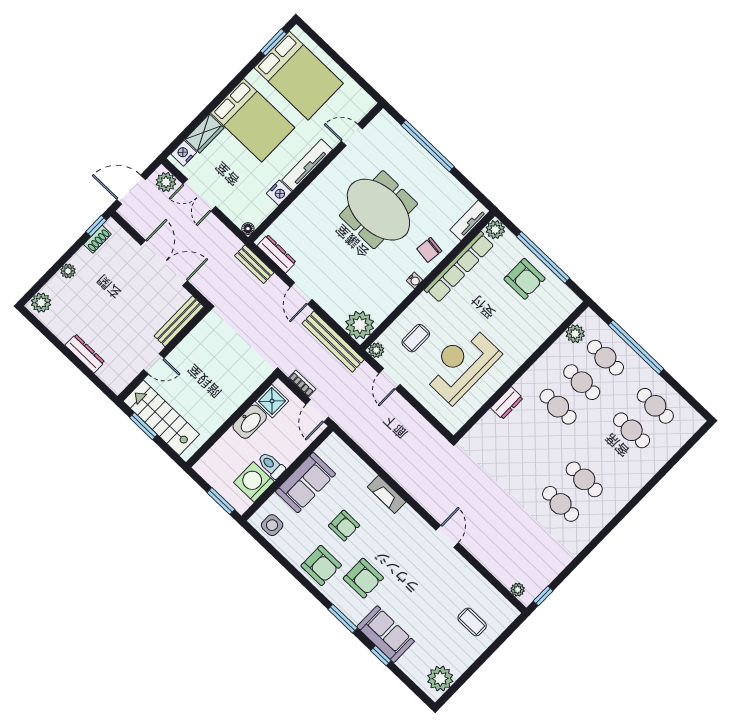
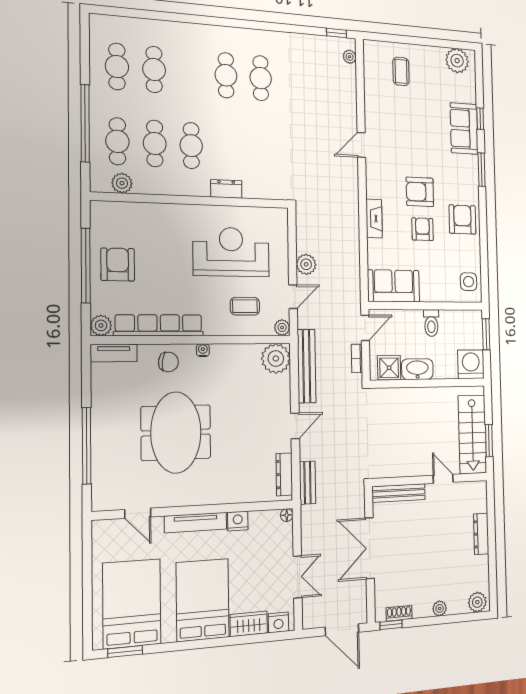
plant: (166, 182) -> (306, 264), moved
reception desk: (461, 365) -> (231, 252), turned 180
washing machine: (254, 482) -> (471, 364), moved, turned 180
sofa: (305, 483) -> (394, 286), moved
armchair: (363, 578) -> (420, 192), moved, turned -90

